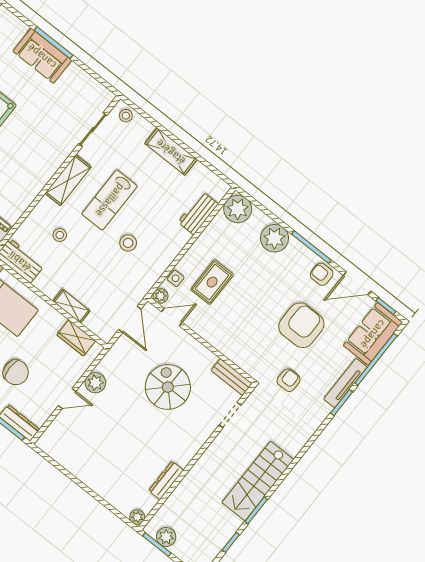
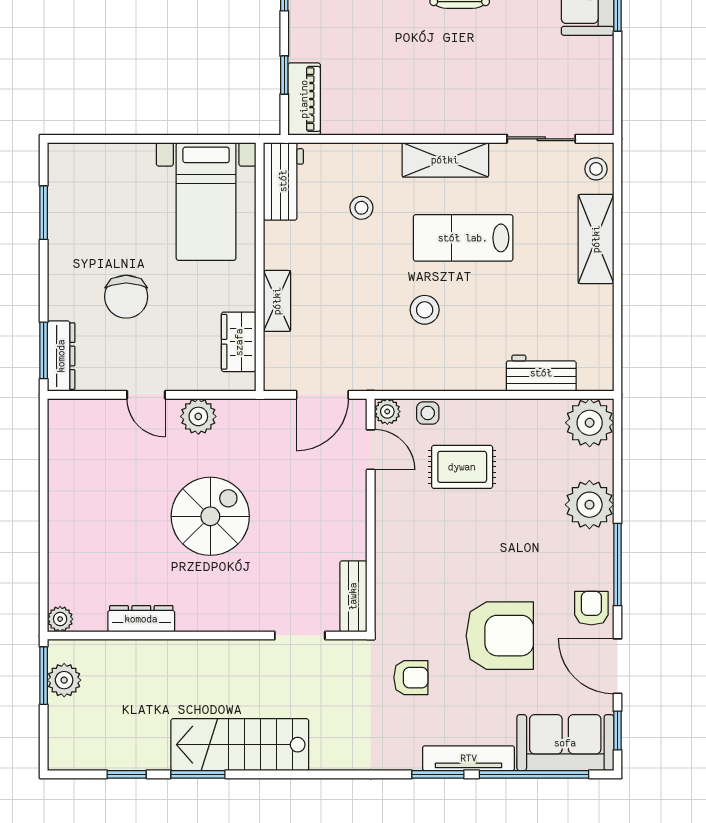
shelving: (171, 152) -> (596, 239), moved
spiral stairs: (168, 387) -> (210, 516), moved

